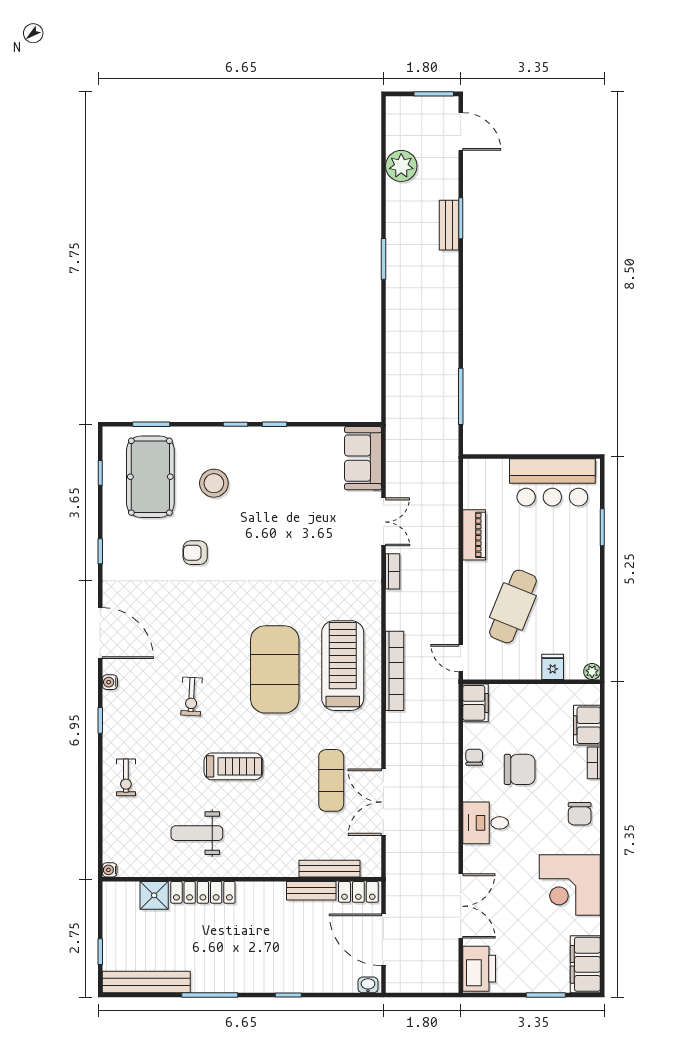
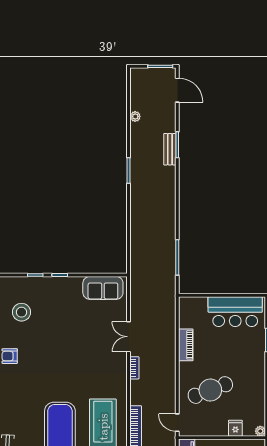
plant: (401, 166) -> (135, 116), width x0.53, depth x0.53
sofa: (363, 458) -> (103, 288), moved, turned -90
double door: (383, 522) -> (129, 337), swing flipped
cafe table: (513, 606) -> (210, 390), turned 47

